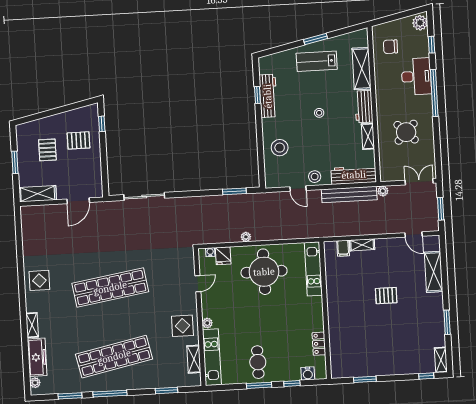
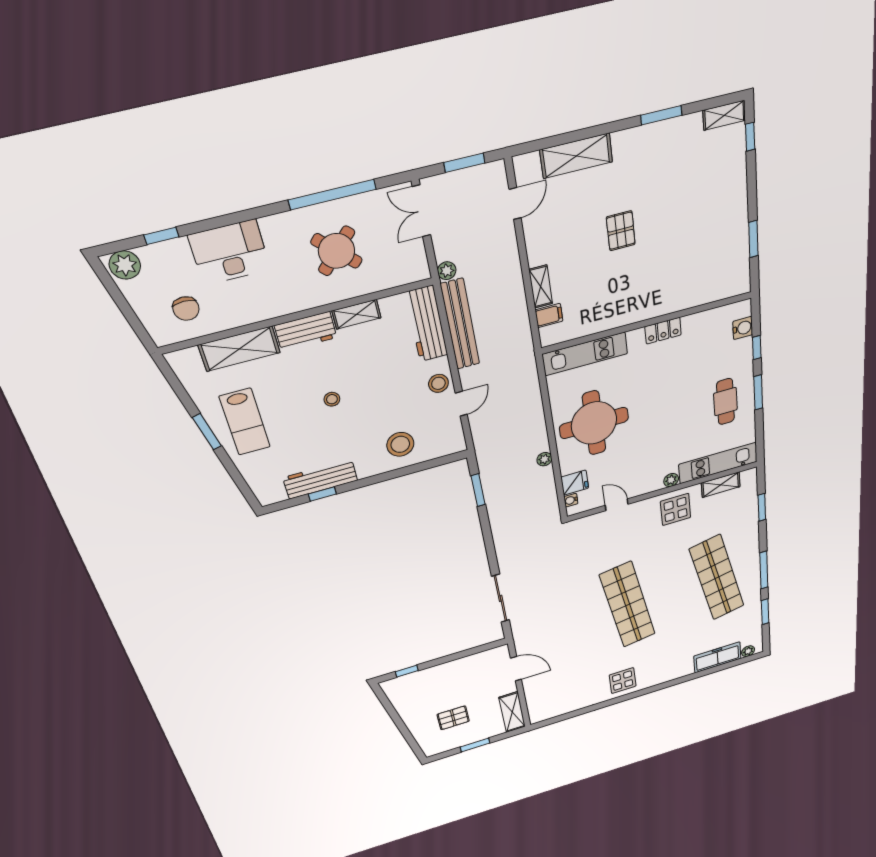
window: (434, 93) -> (332, 195), moved
pallet: (78, 140) -> (435, 690), removed
shelving: (32, 325) -> (678, 673), removed
locker: (319, 344) -> (663, 331), moved
cafe table: (258, 362) -> (725, 402), turned 90

